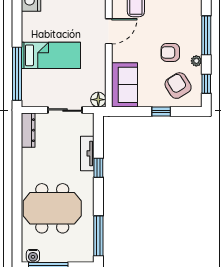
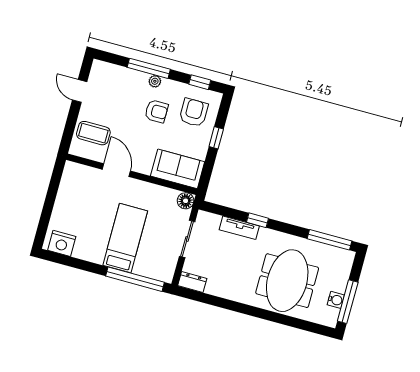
armchair: (170, 52) -> (156, 111), turned -90
plant: (196, 61) -> (155, 81), moved
armchair: (178, 86) -> (194, 112), turned 122
dresser: (28, 130) -> (192, 282), width x0.70
water cooler: (33, 256) -> (336, 300), moved

